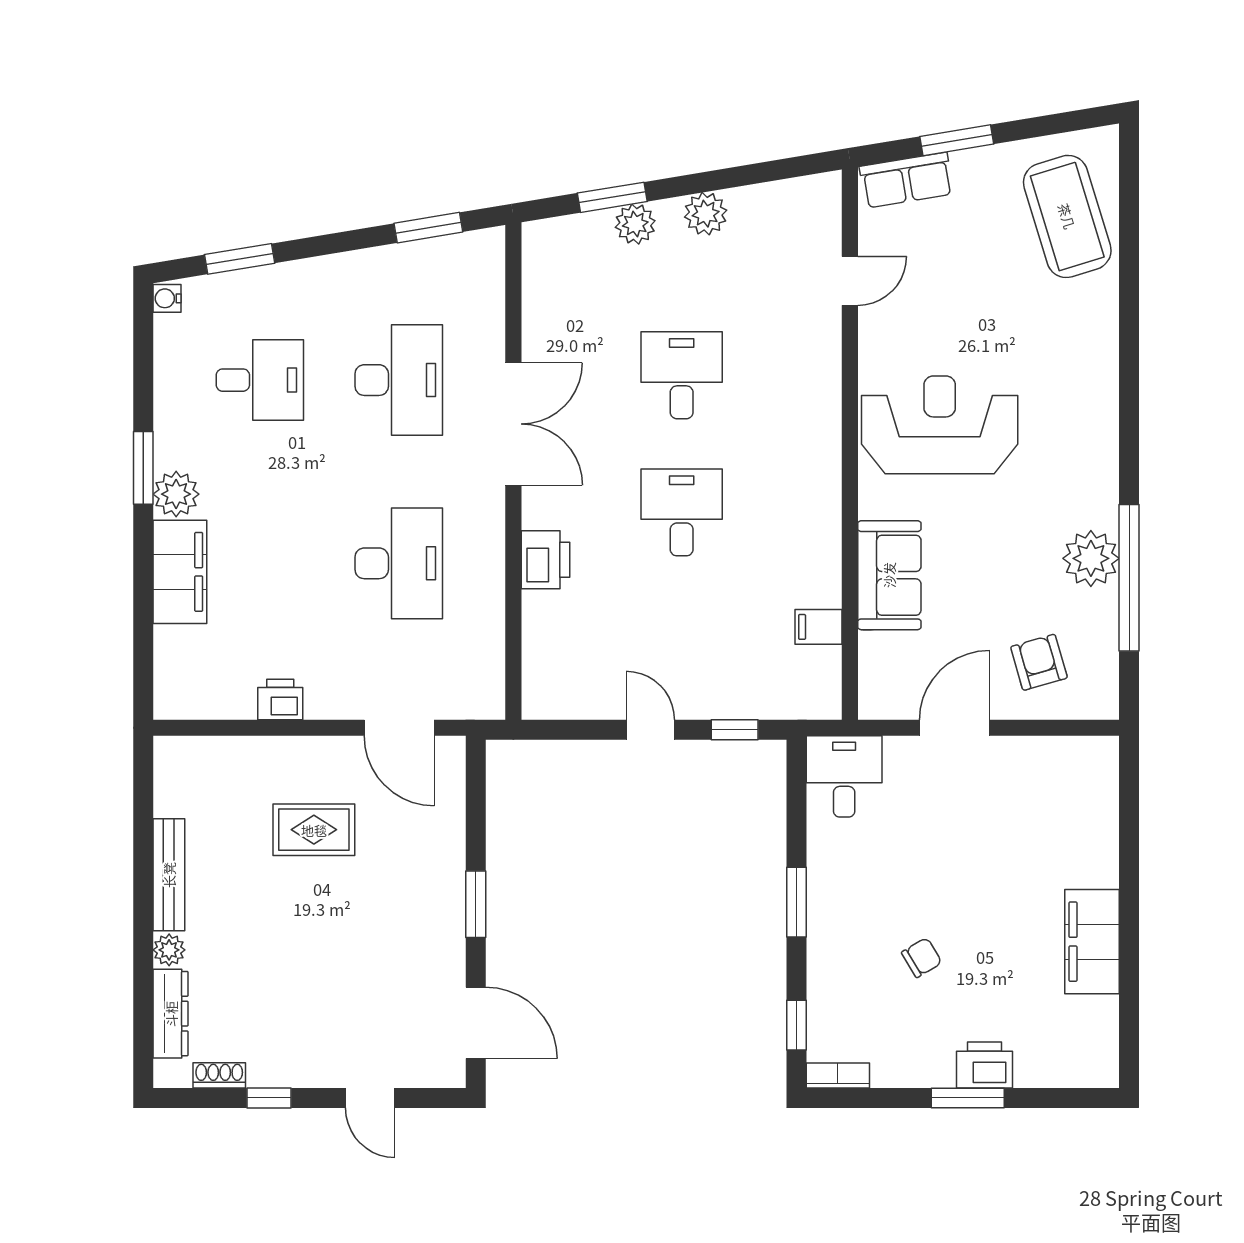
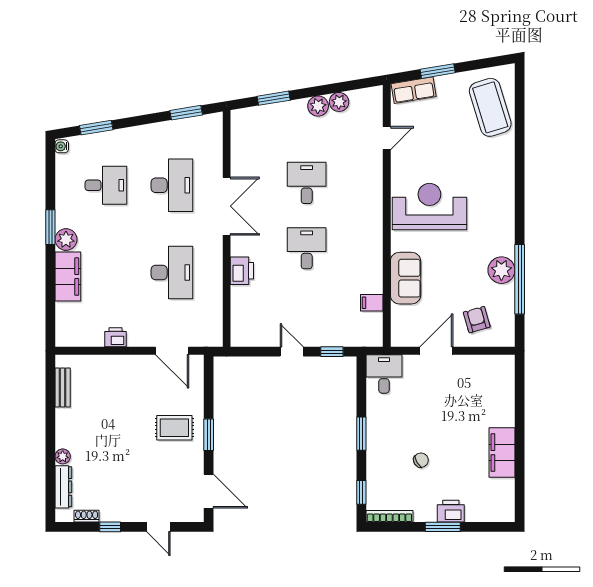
plant: (635, 224) -> (339, 102), moved
rug: (314, 830) -> (174, 428), moved
bench: (169, 875) -> (63, 387), moved, width x0.73
bookcase: (838, 1075) -> (389, 516), width x1.56

